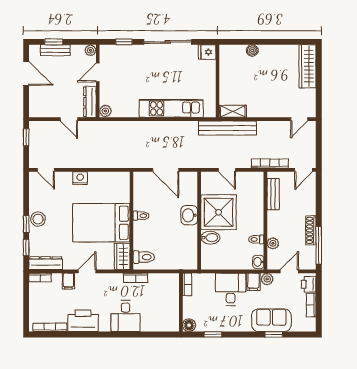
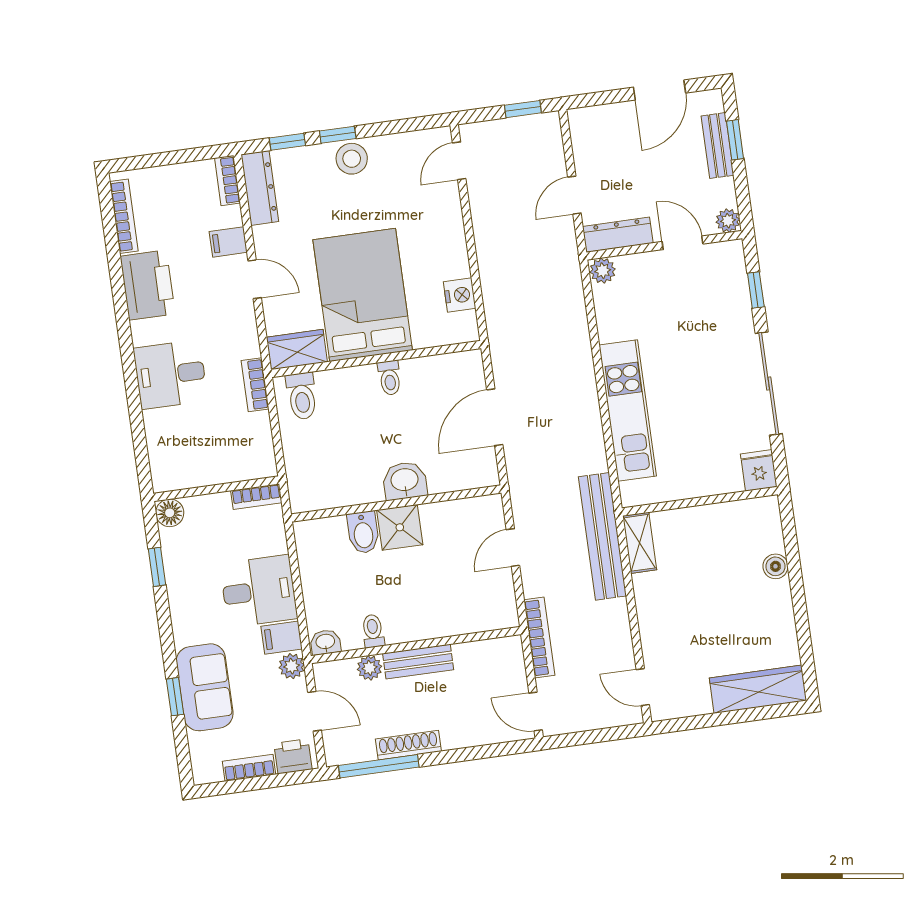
nightstand: (80, 178) -> (460, 295), moved
bench: (273, 194) -> (418, 662), moved
shower: (219, 212) -> (400, 527), width x0.54, depth x0.54

